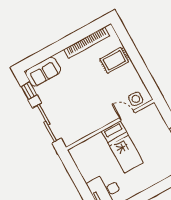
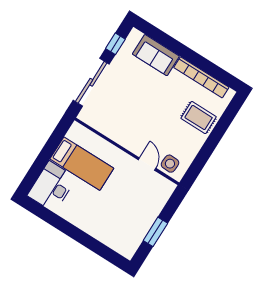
sofa: (43, 72) -> (156, 55), moved
bed: (122, 147) -> (82, 164), moved, turned -90

